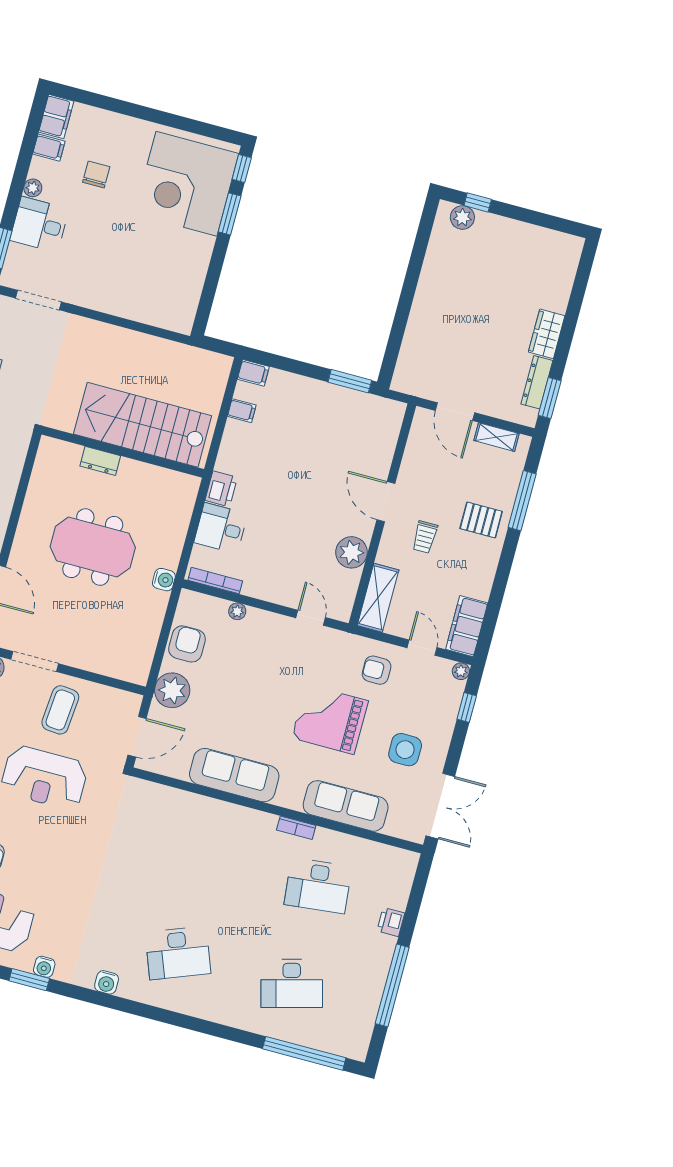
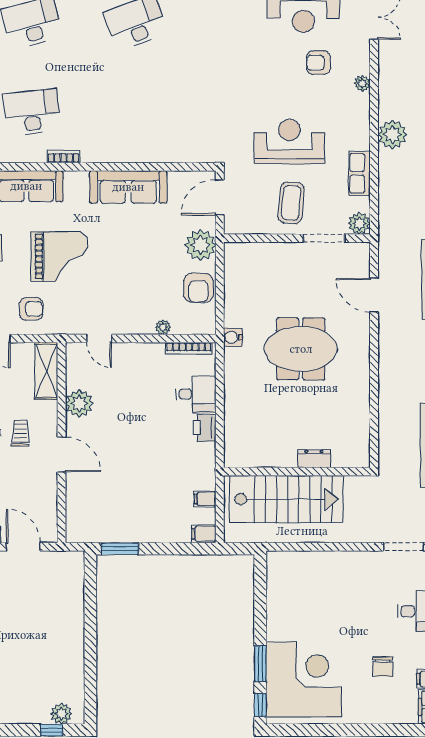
stairs: (143, 425) -> (286, 499), moved
wall: (123, 452) -> (297, 472), moved
dresser: (100, 461) -> (314, 459), moved

